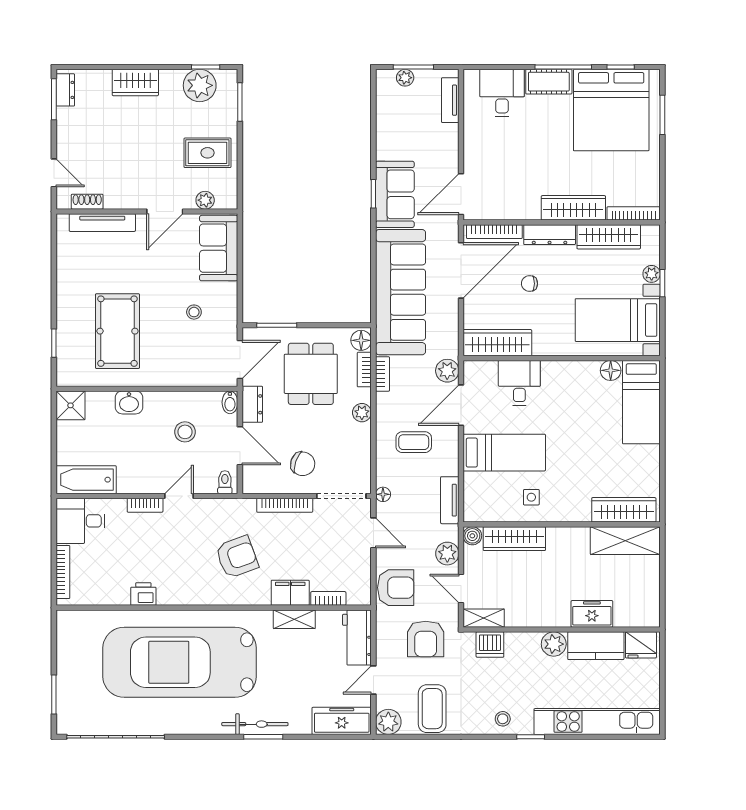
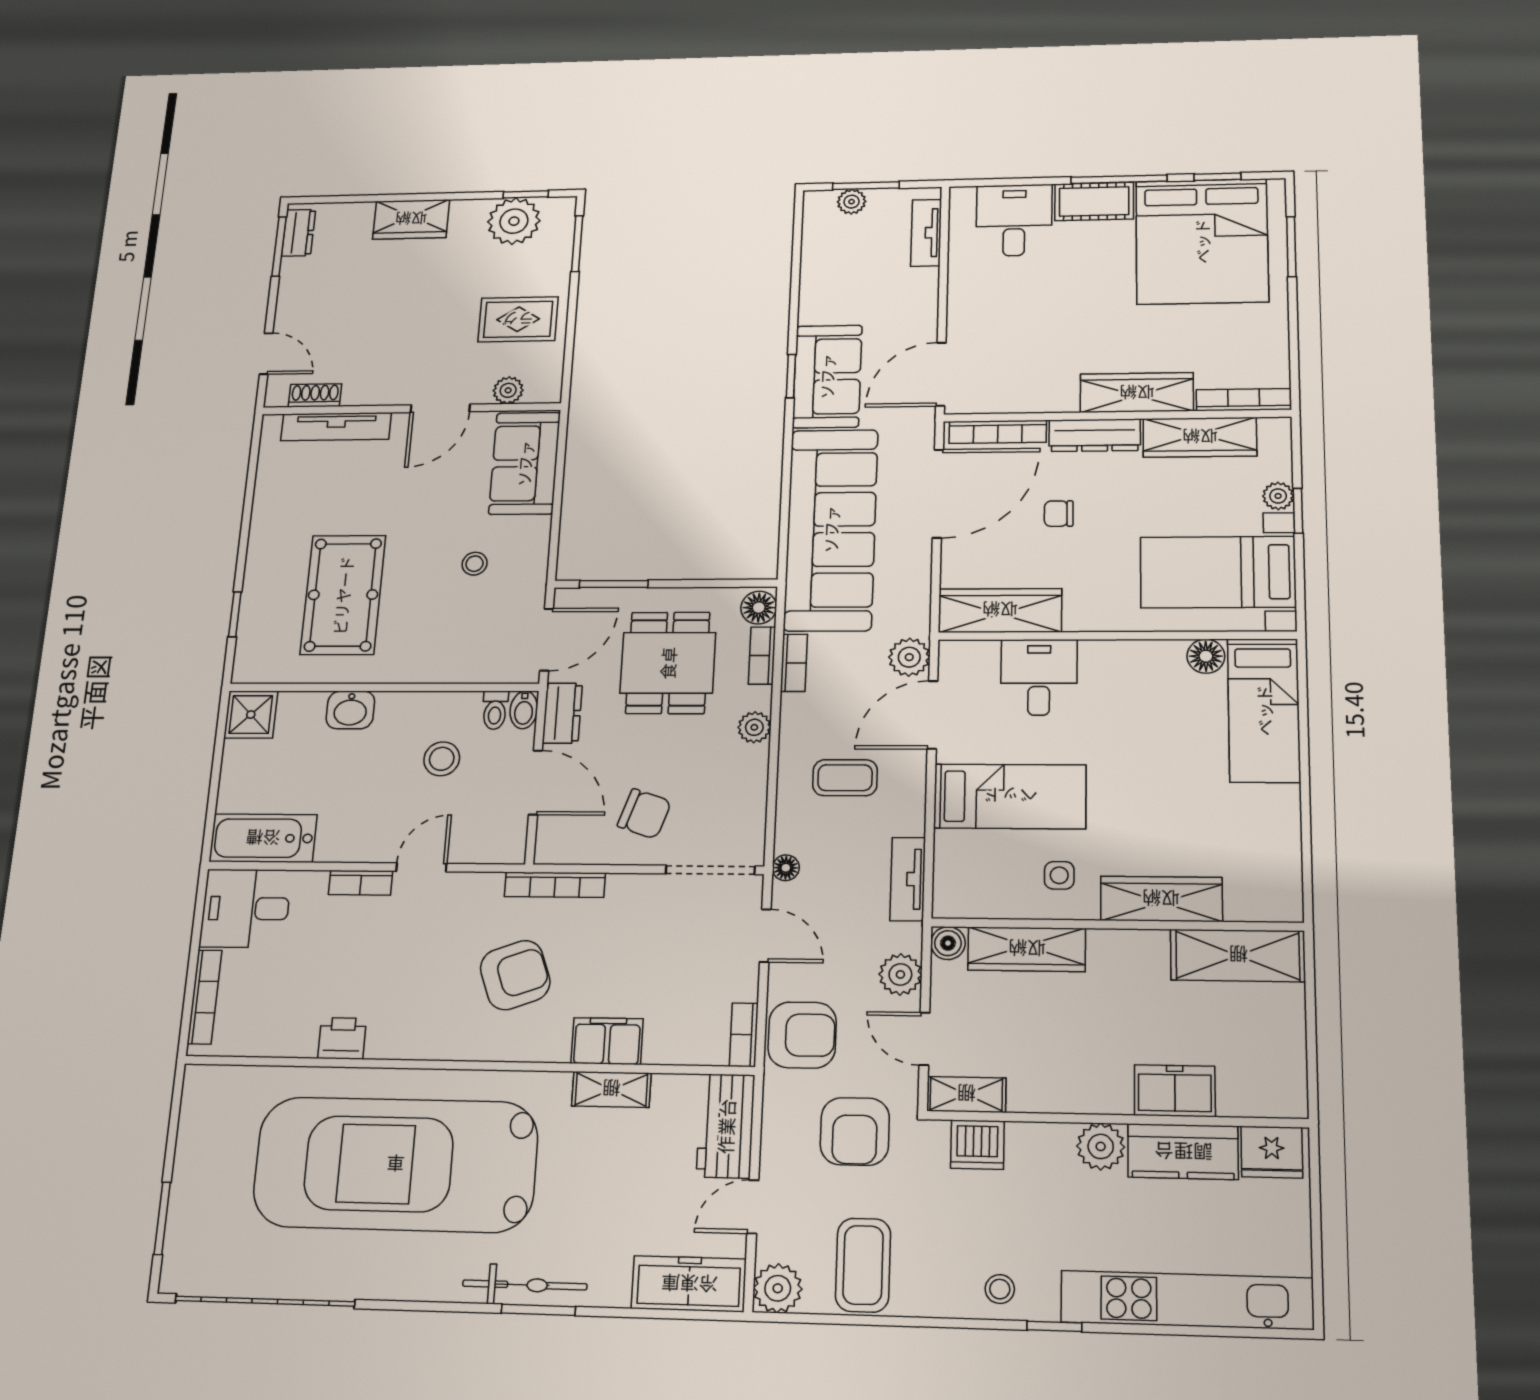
toilet: (225, 482) -> (495, 710), moved, turned 180
bookcase: (285, 505) -> (555, 885), moved
wardrobe: (624, 510) -> (1161, 899), moved
bookcase: (328, 598) -> (744, 1035), moved, turned -90

